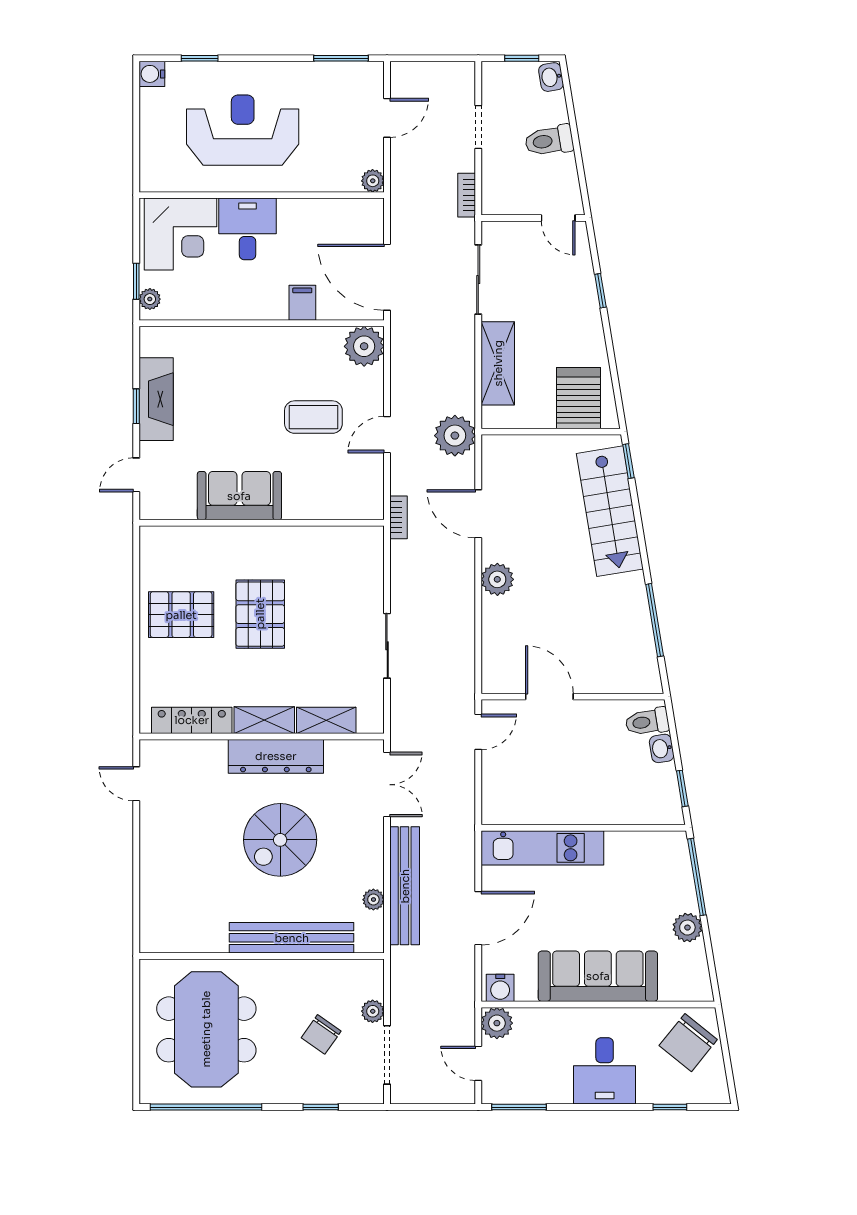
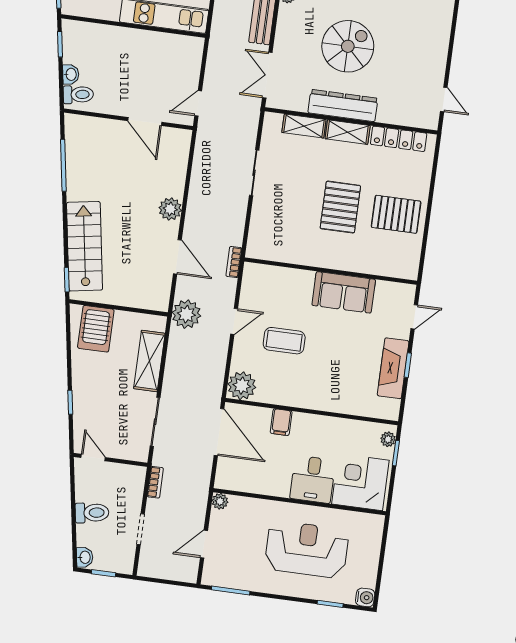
reception desk: (243, 130) -> (307, 549), turned 180

